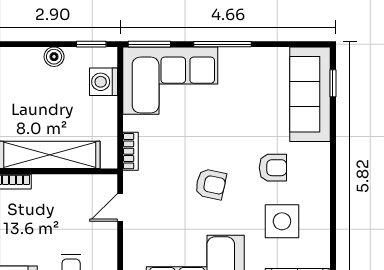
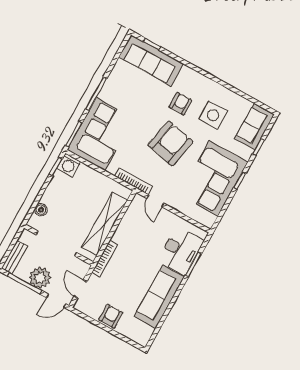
boiler: (54, 57) -> (41, 210), moved
washing machine: (103, 82) -> (69, 165), moved
bookcase: (130, 151) -> (133, 181), width x1.56
armchair: (211, 184) -> (170, 143), width x1.88, depth x1.88

